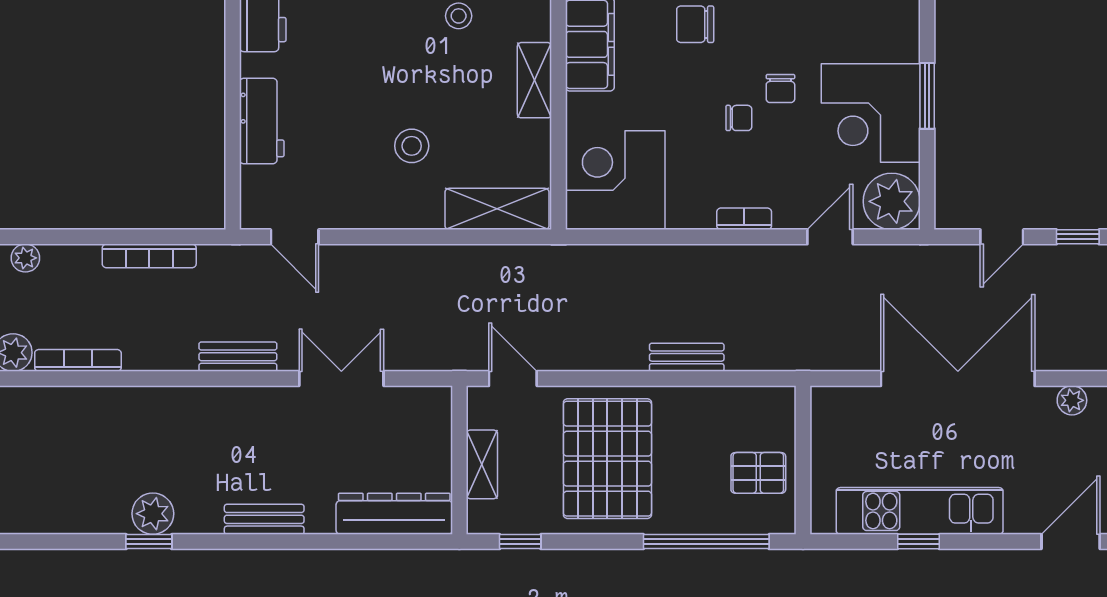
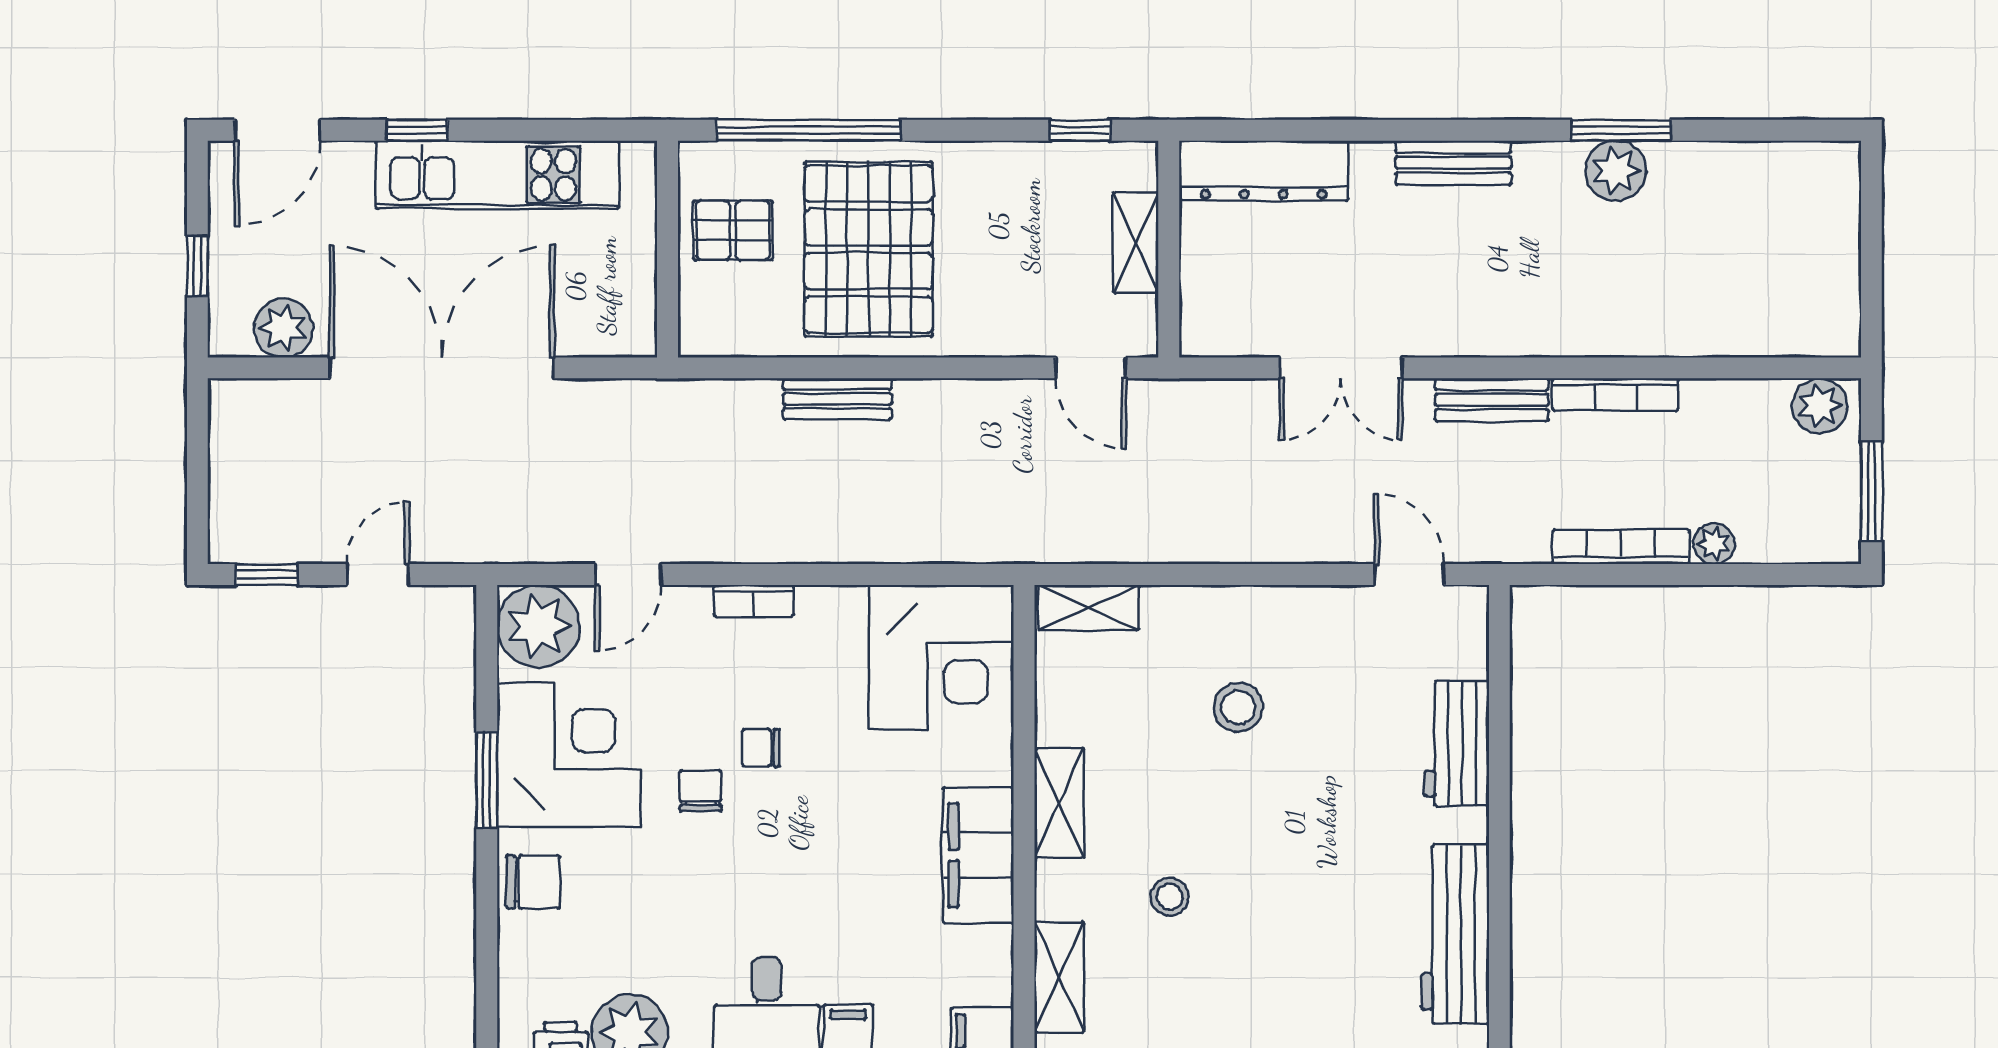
chair: (695, 24) -> (533, 882), moved
shelving: (497, 209) -> (1089, 608), width x0.67, depth x0.75
plant: (25, 258) -> (1714, 544), moved
bookcase: (78, 360) -> (1615, 394), moved
double door: (958, 379) -> (442, 368), swing flipped
plant: (1072, 400) -> (283, 328), width x1.38, depth x1.38
pallet: (607, 459) -> (868, 249), moved
window: (149, 542) -> (1621, 130), width x1.50
window: (918, 542) -> (417, 130), moved

